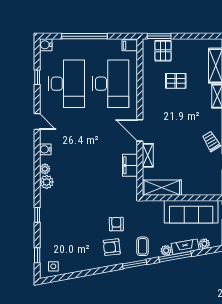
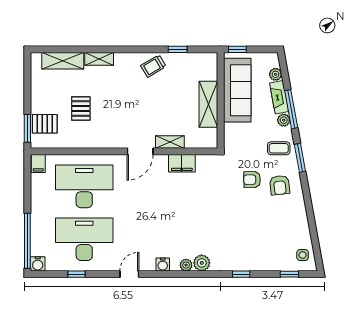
window: (84, 36) -> (27, 241), moved
shelving: (162, 188) -> (208, 104), moved

